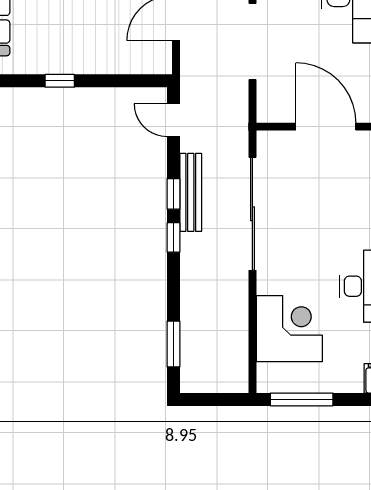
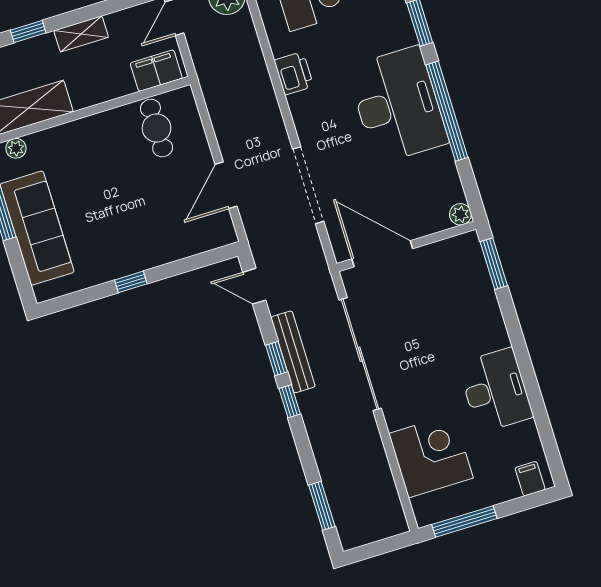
door: (326, 127) -> (382, 254), moved

